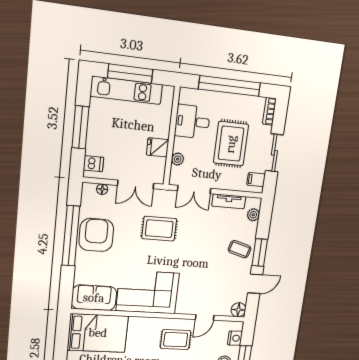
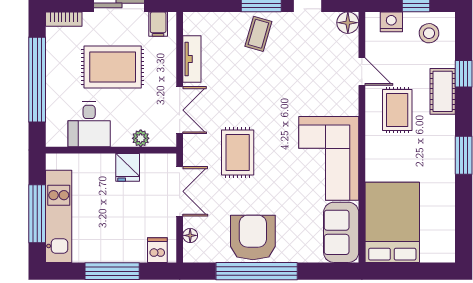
plant: (253, 215) -> (208, 21), removed
armchair: (96, 235) -> (253, 237), turned 90

